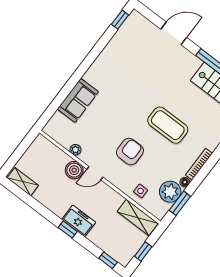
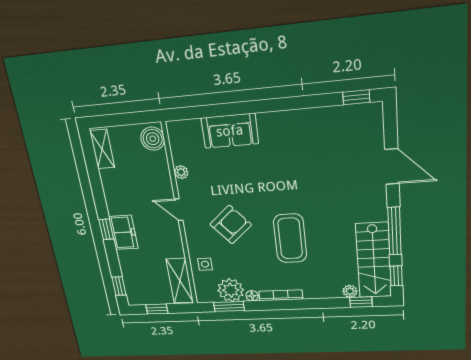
armchair: (130, 152) -> (231, 225), turned -41
boiler: (74, 170) -> (153, 139), moved

